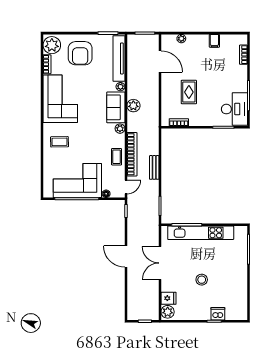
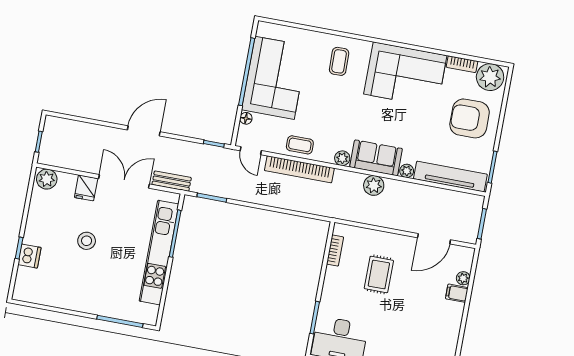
filing cabinet: (214, 41) -> (457, 293), moved
rug: (189, 92) -> (379, 274), turned 90
bench: (154, 167) -> (172, 181), moved
fridge: (169, 298) -> (86, 188), moved

